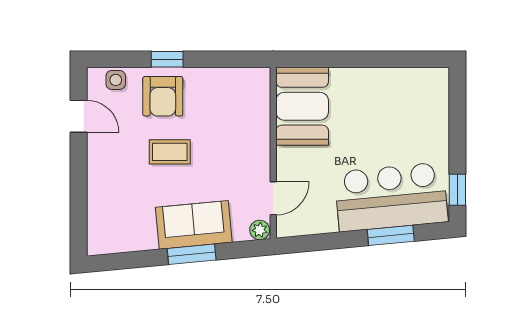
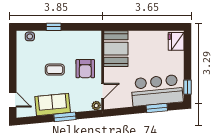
fridge: (433, 91) -> (176, 41), added
armchair: (163, 96) -> (85, 69), moved
door: (79, 116) -> (13, 100), moved
sofa: (194, 225) -> (53, 105), moved

